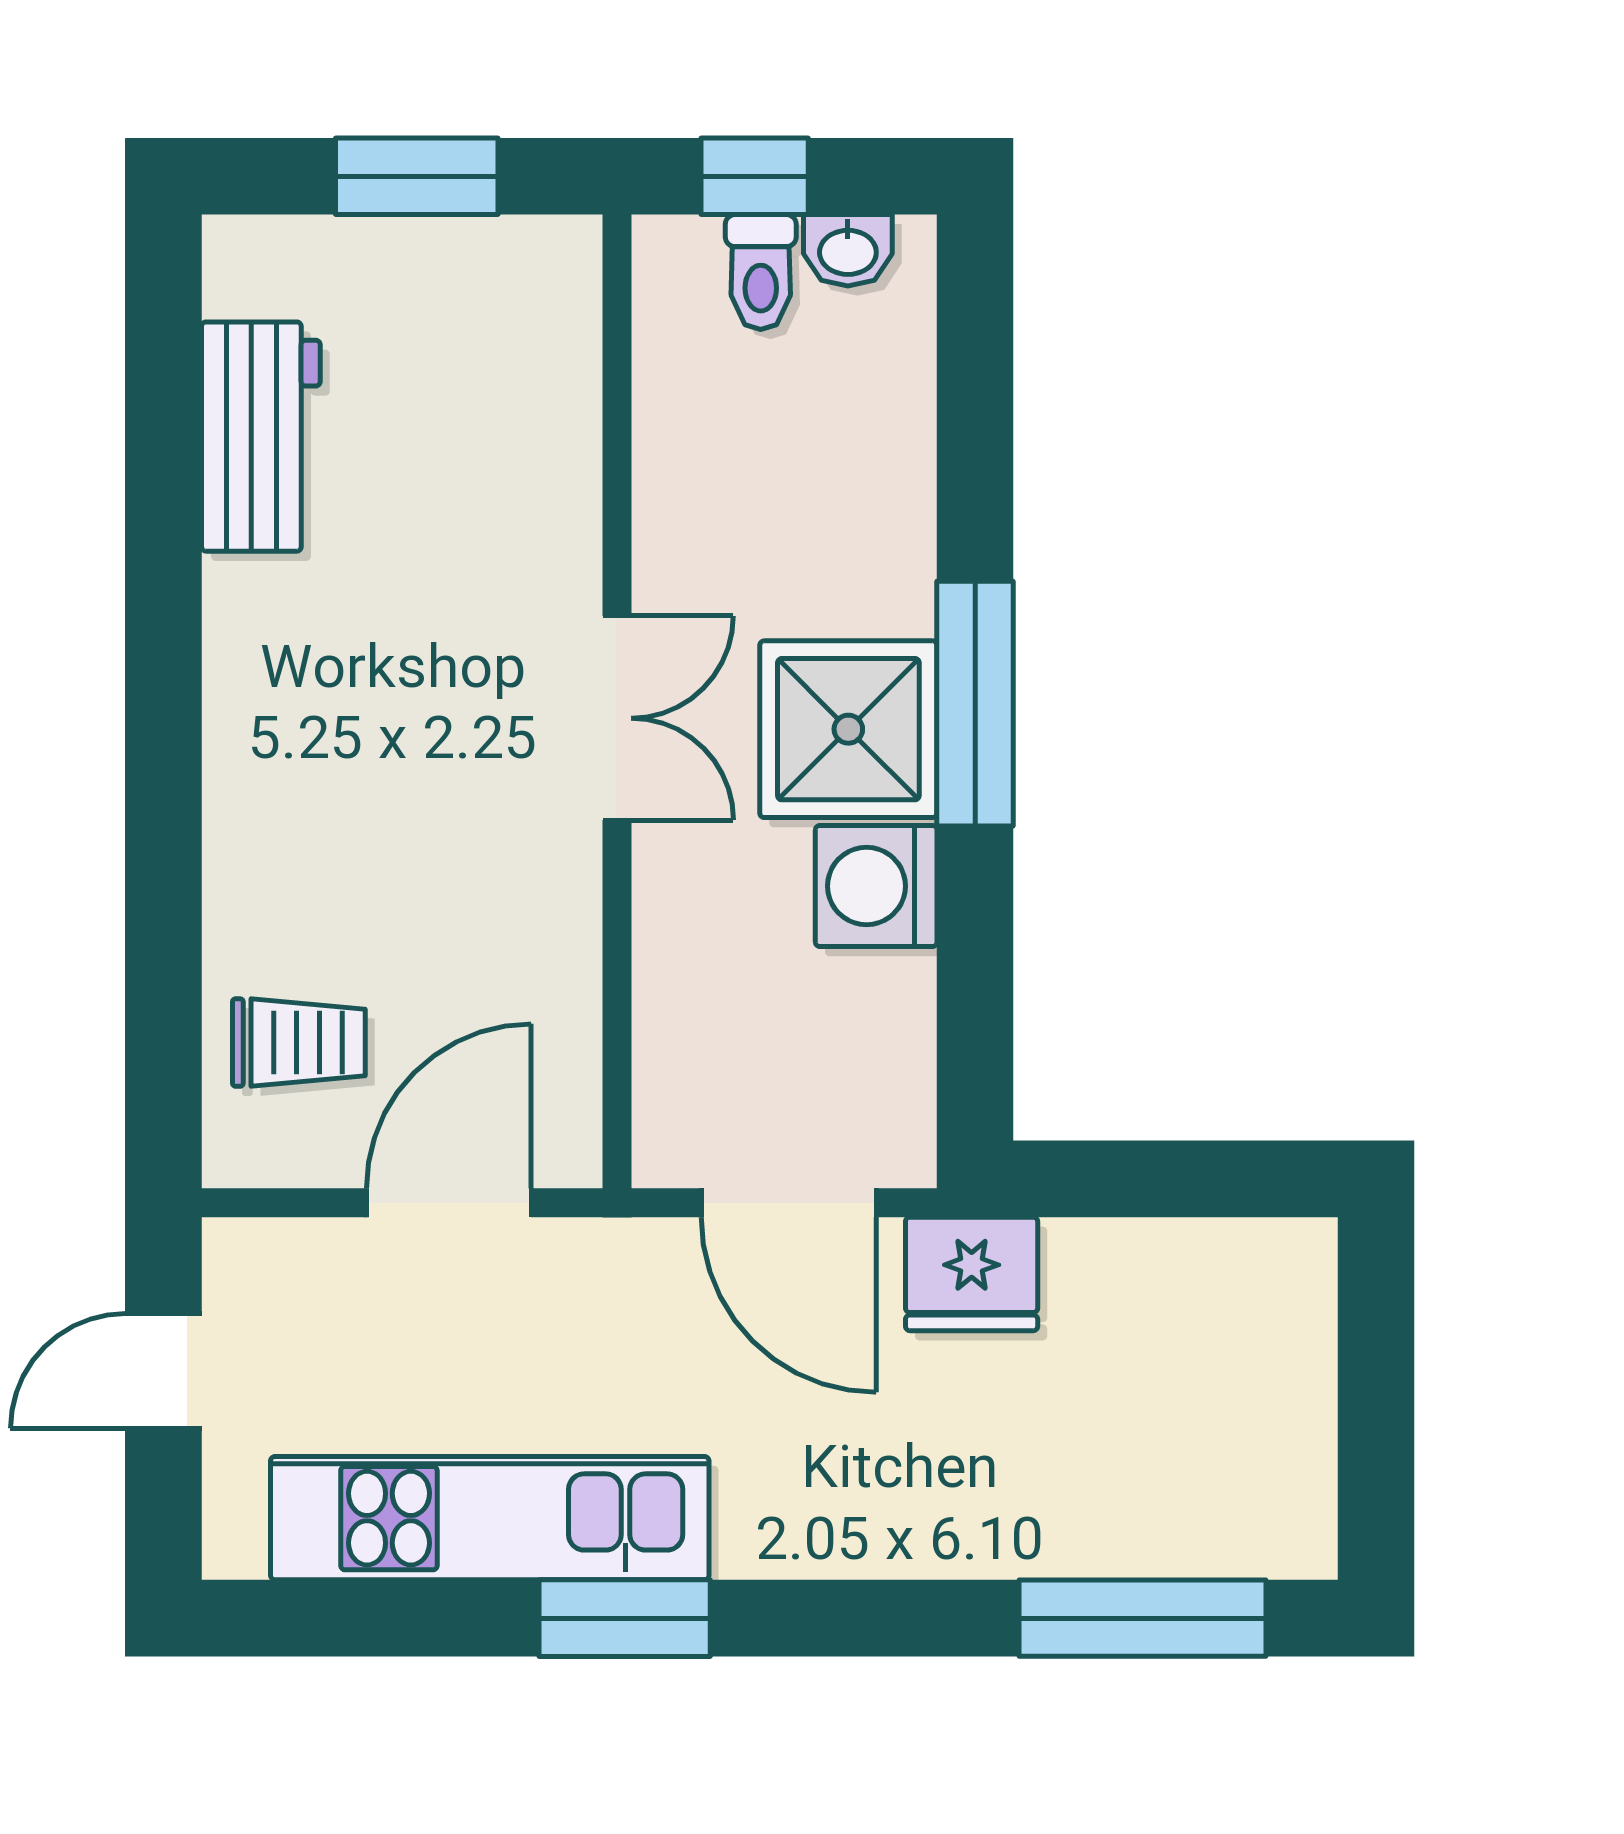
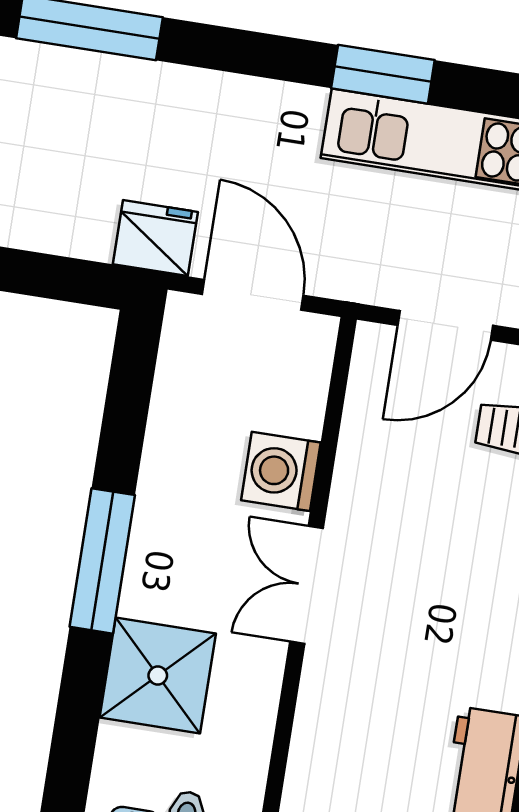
shower: (848, 729) -> (158, 676), moved
washing machine: (876, 886) -> (281, 471), moved, turned 180

